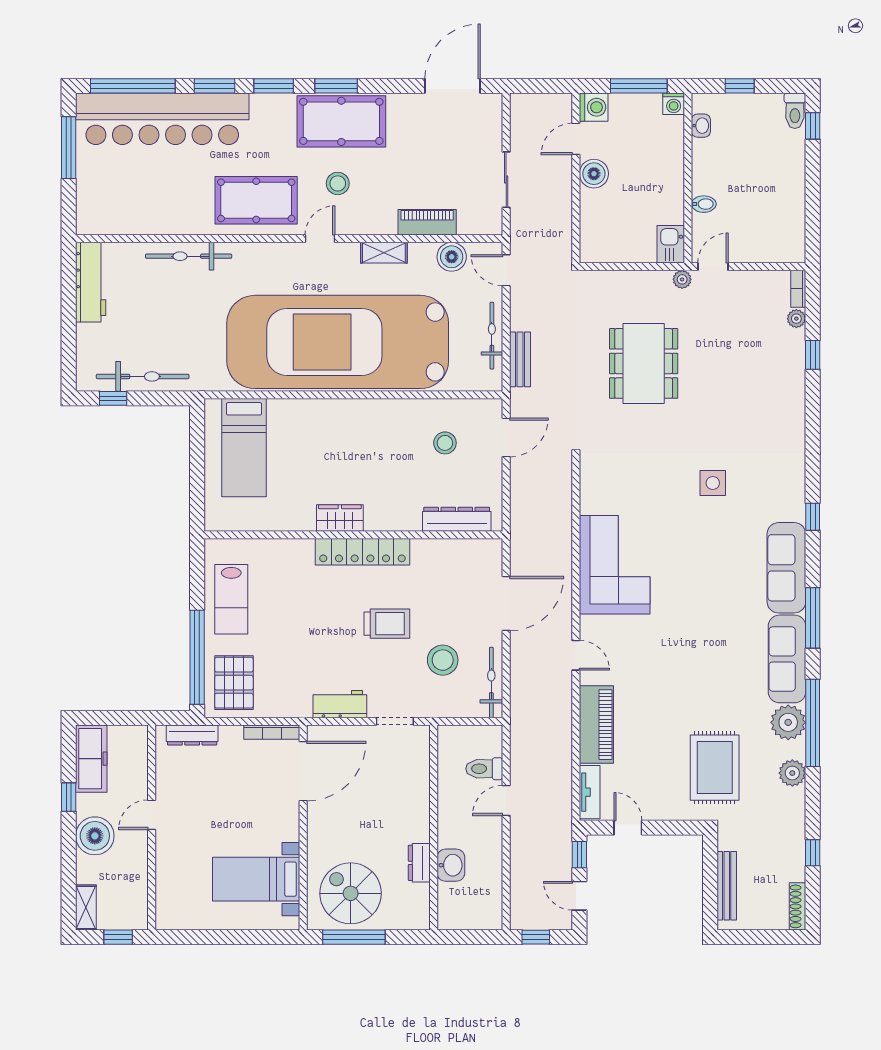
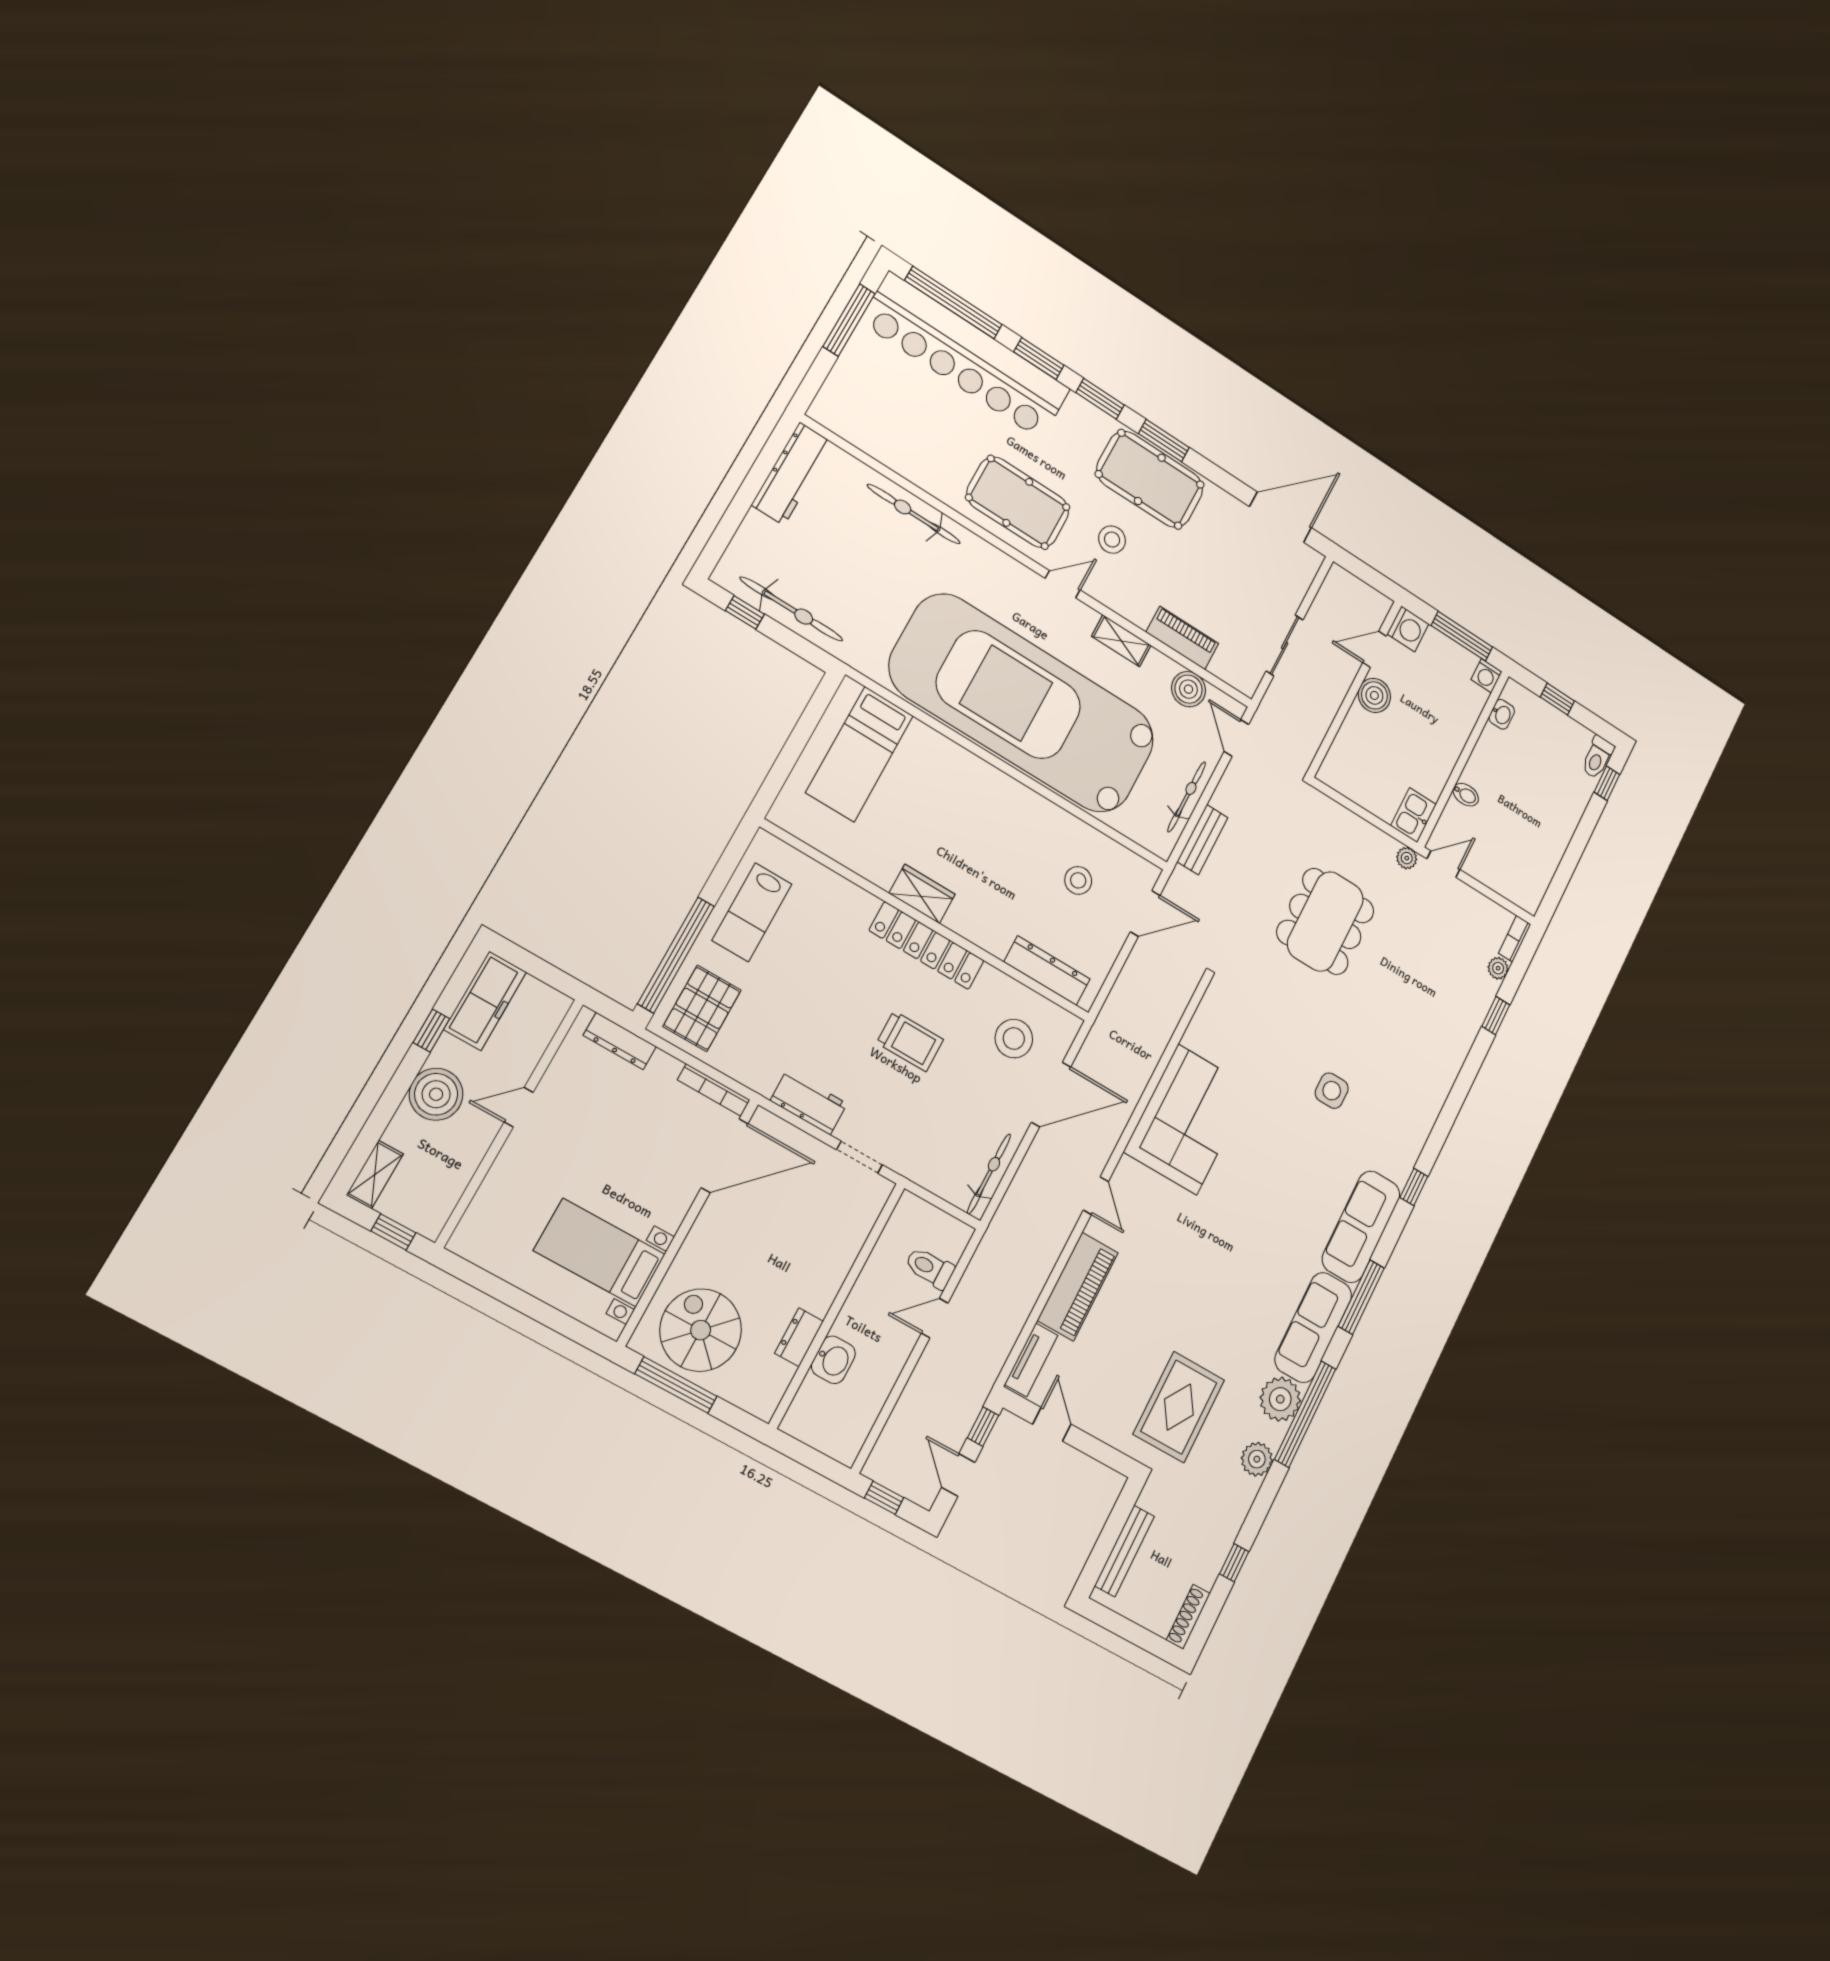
stool: (443, 660) -> (1014, 1039), moved

